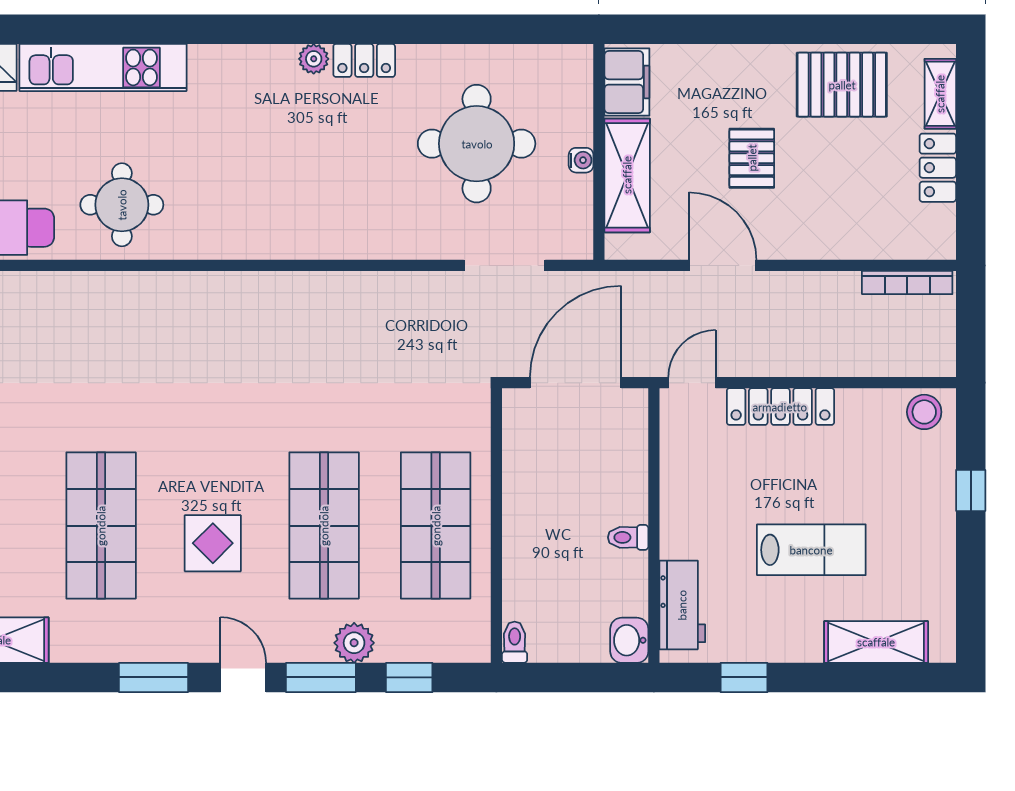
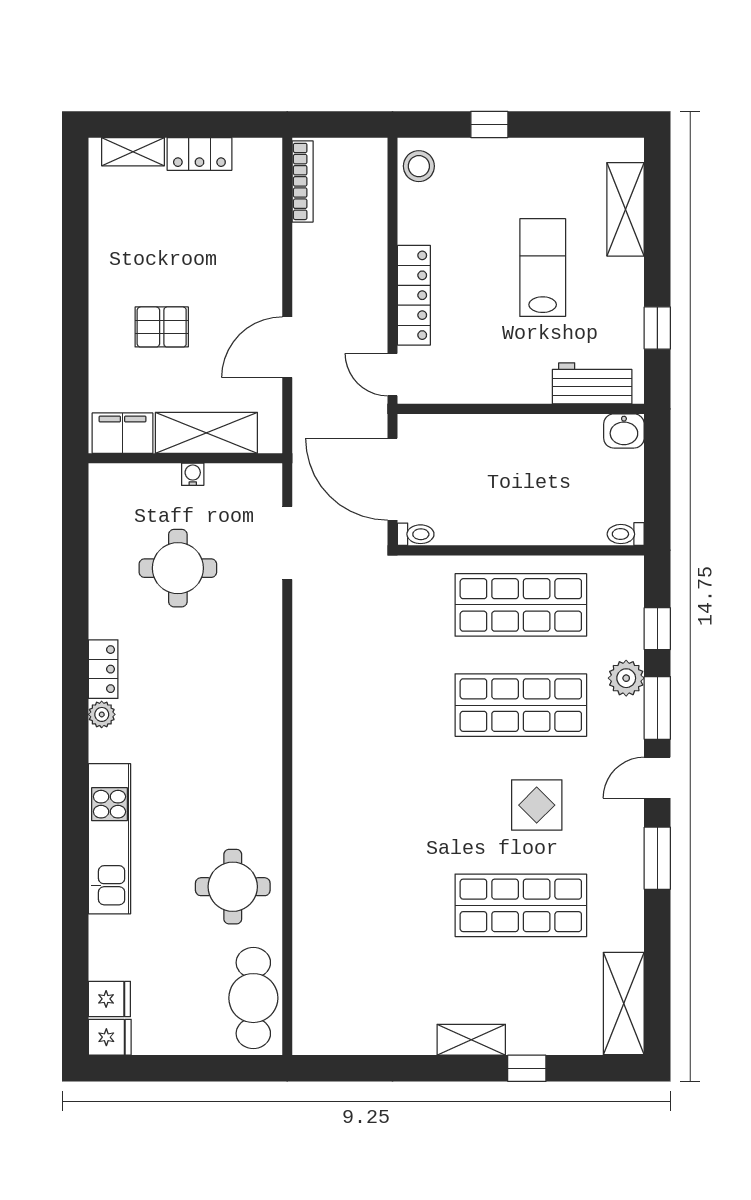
kitchen unit: (103, 67) -> (109, 839), moved
pallet: (842, 85) -> (125, 240), removed
round table: (477, 144) -> (178, 568), width x0.73, depth x0.73
pallet: (752, 158) -> (162, 327), moved
toilet: (628, 537) -> (416, 534), moved, turned -90

